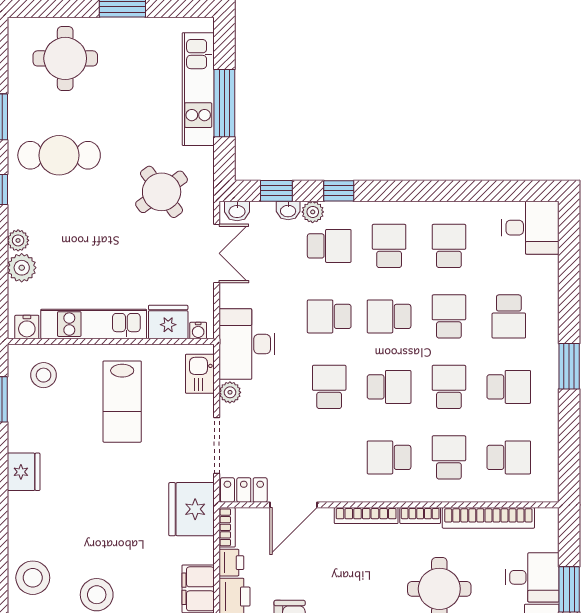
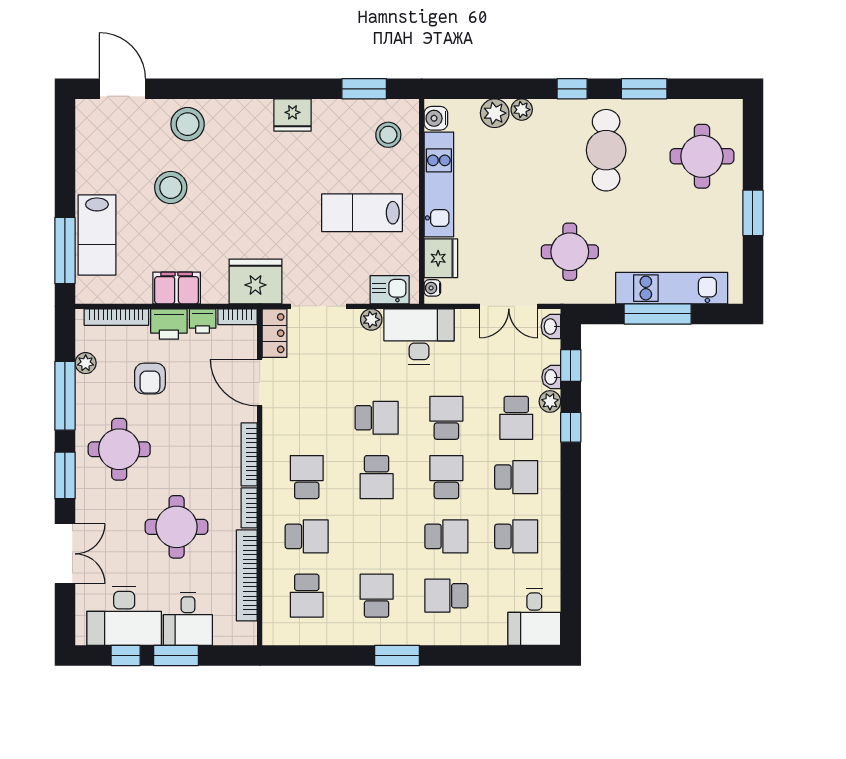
round table: (162, 192) -> (570, 252), turned 36
school desk: (449, 387) -> (377, 536), removed
school desk: (509, 387) -> (377, 596), turned 180

